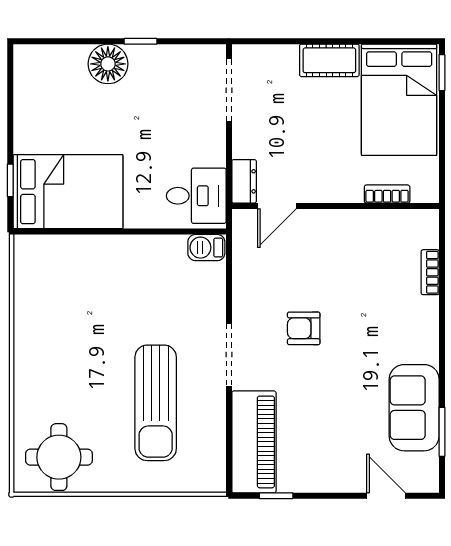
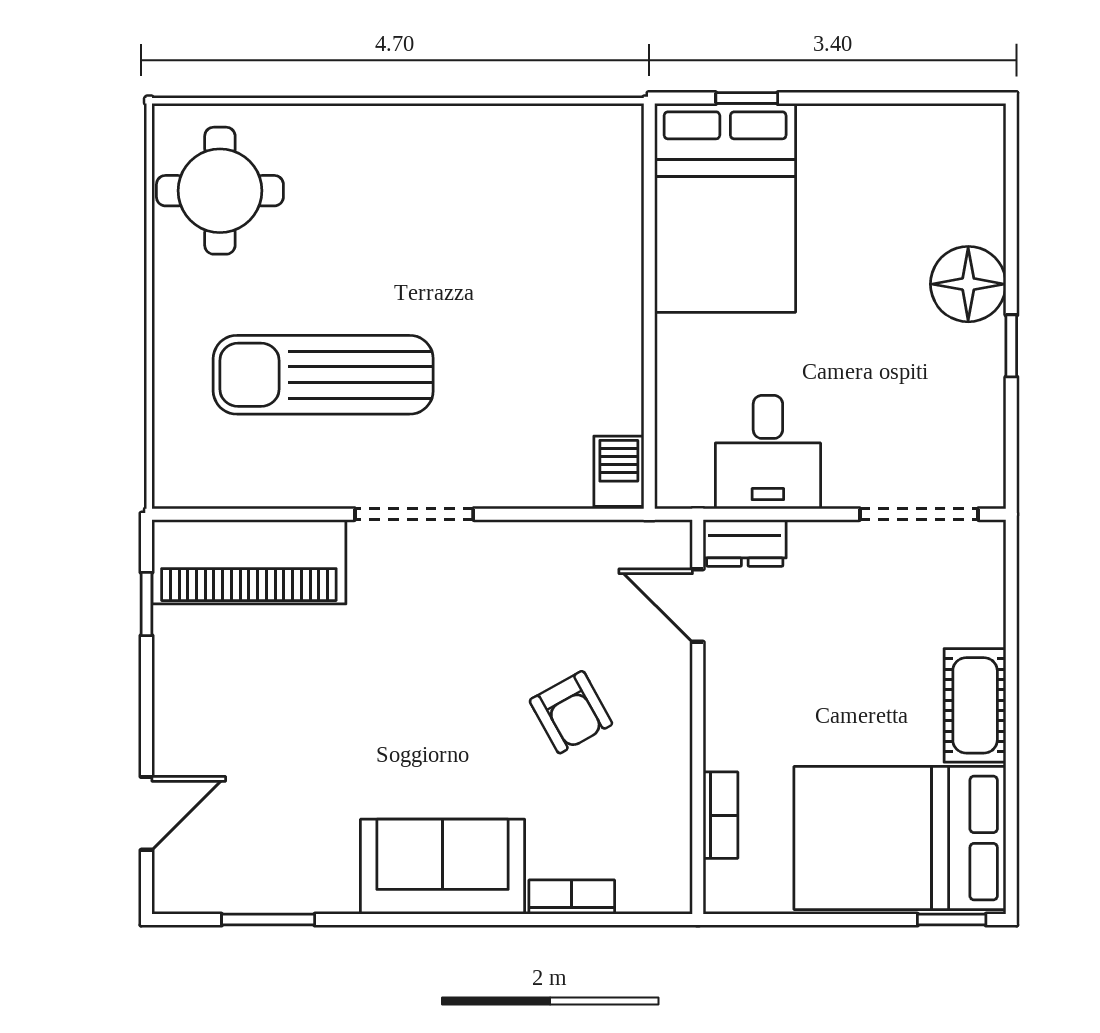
desk: (196, 196) -> (768, 452), moved
armchair: (304, 328) -> (571, 712), moved, turned 151
sofa: (414, 408) -> (443, 867), moved

